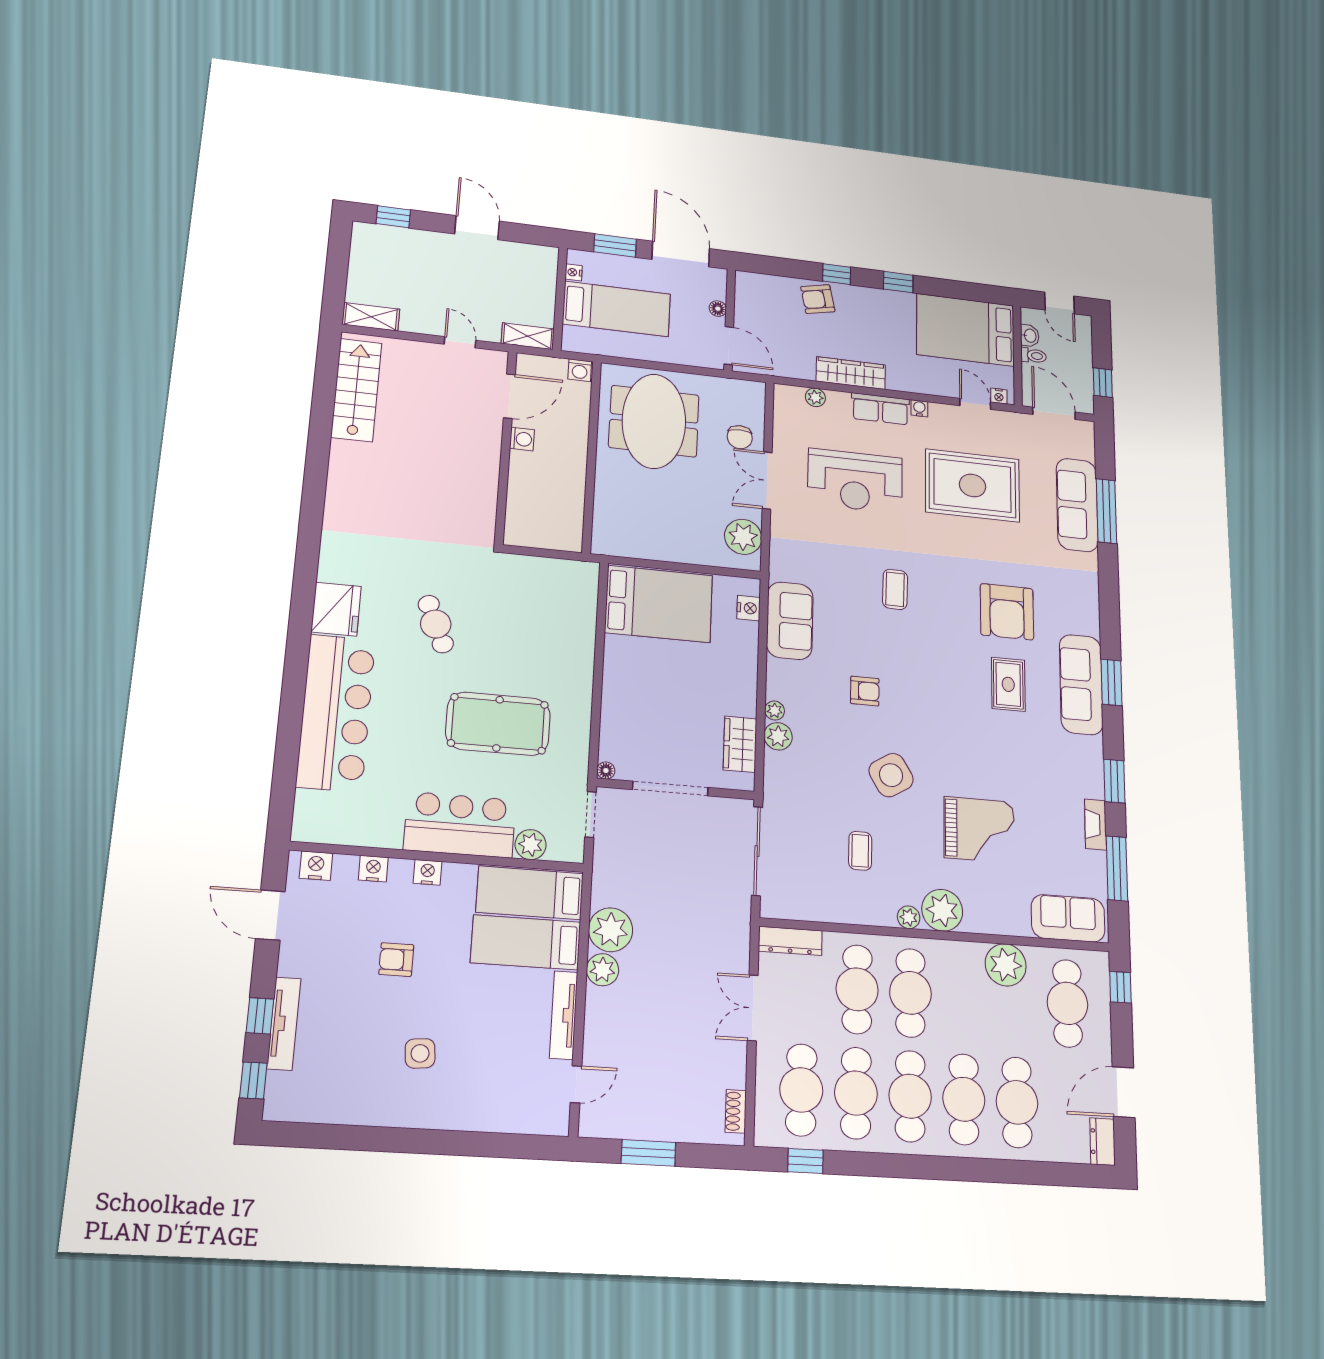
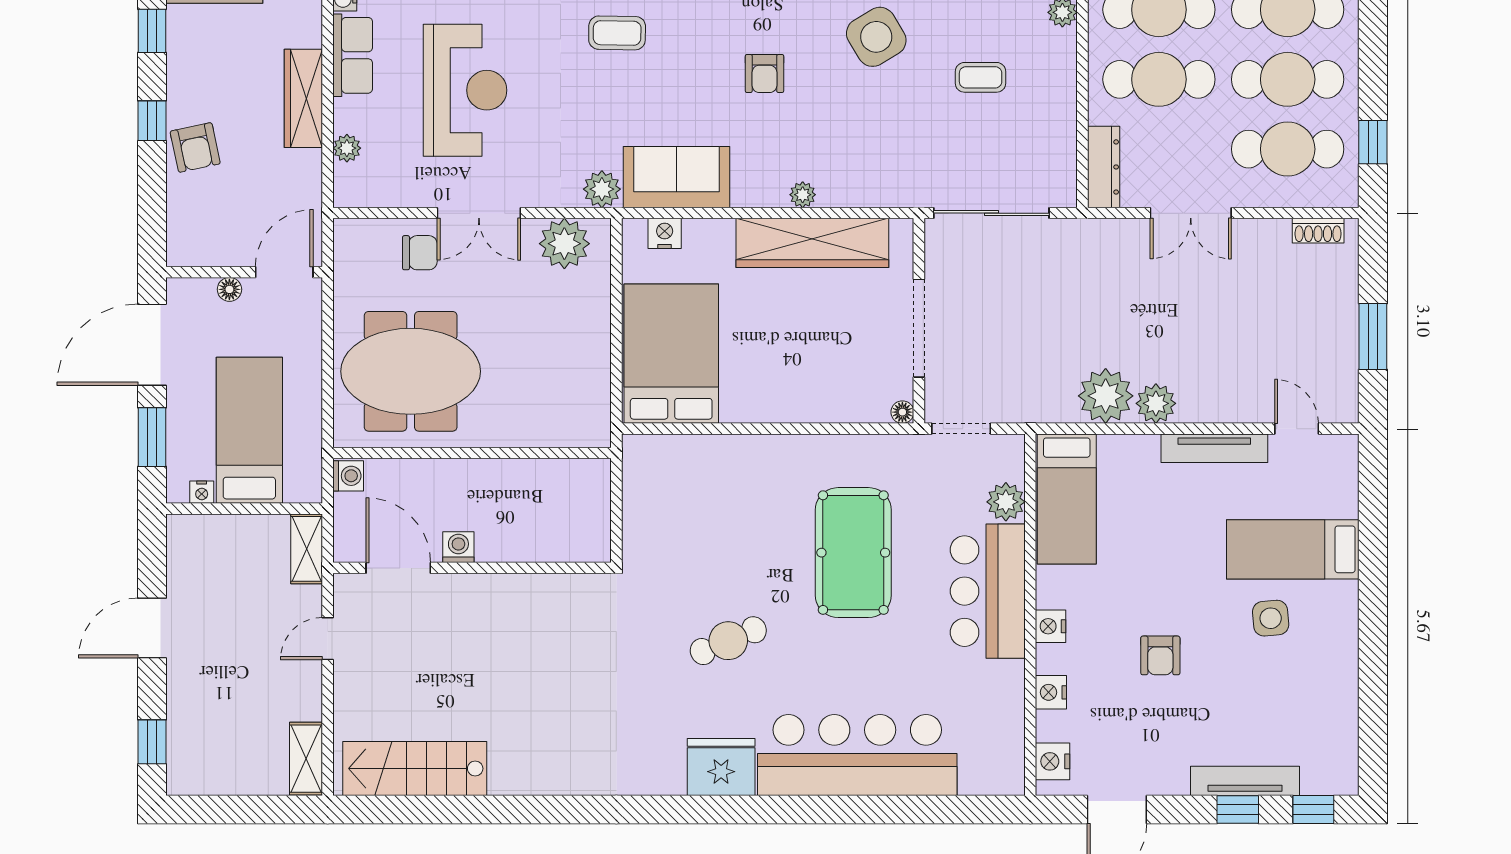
armchair: (865, 691) -> (764, 73), turned 180
plant: (778, 736) -> (602, 189), moved
wardrobe: (740, 744) -> (812, 243), width x2.10, depth x1.17
bed: (526, 942) -> (1293, 549), moved, turned 90

